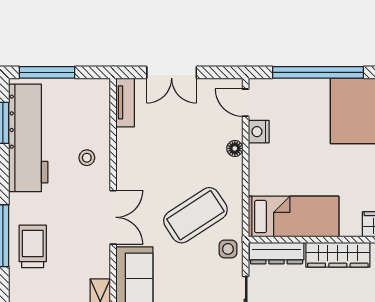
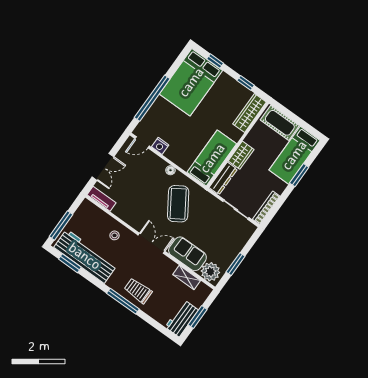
floor lamp: (235, 148) -> (170, 170), moved
side table: (228, 249) -> (205, 200), removed
wardrobe: (338, 255) -> (241, 155), width x0.67

